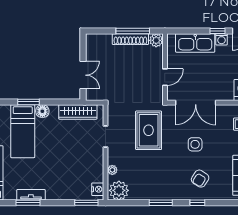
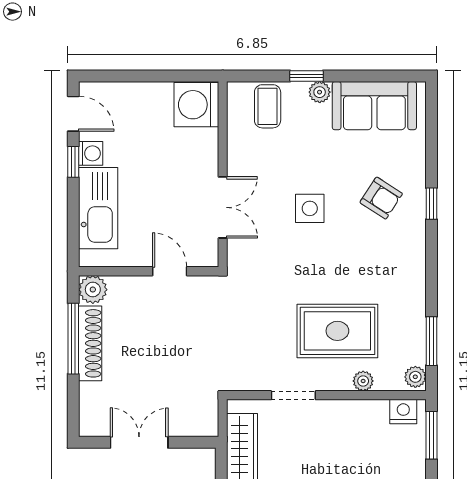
double door: (83, 75) -> (139, 442), moved
double door: (196, 103) -> (223, 207), width x0.73
rug: (149, 130) -> (337, 331), moved
plant: (119, 190) -> (415, 377), width x0.53, depth x0.53
window: (161, 203) -> (431, 341), moved

